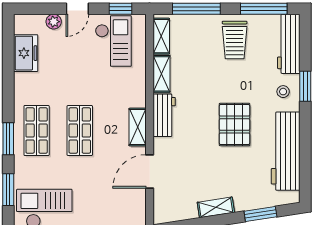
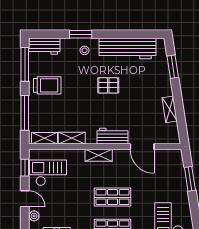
workbench: (289, 44) -> (44, 46), width x0.73
workbench: (164, 115) -> (113, 136), moved
pallet: (235, 125) -> (108, 85), width x0.67, depth x0.71
shelving: (138, 127) -> (99, 155), moved
shelving: (216, 207) -> (170, 109), moved

